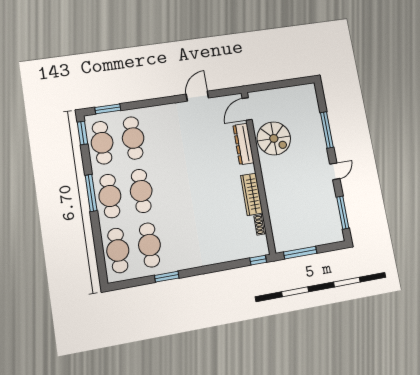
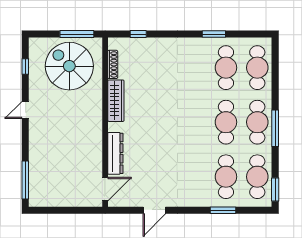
window: (108, 109) -> (223, 210), moved
window: (327, 130) -> (25, 180), moved
spiral stairs: (274, 138) -> (69, 66), moved, width x1.37, depth x1.37
window: (343, 213) -> (25, 67), width x0.46
shoe rack: (260, 225) -> (113, 64), width x1.43
window: (258, 260) -> (138, 34), moved

